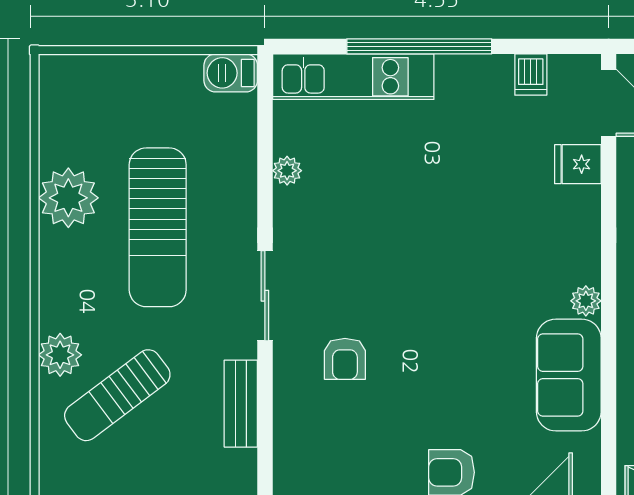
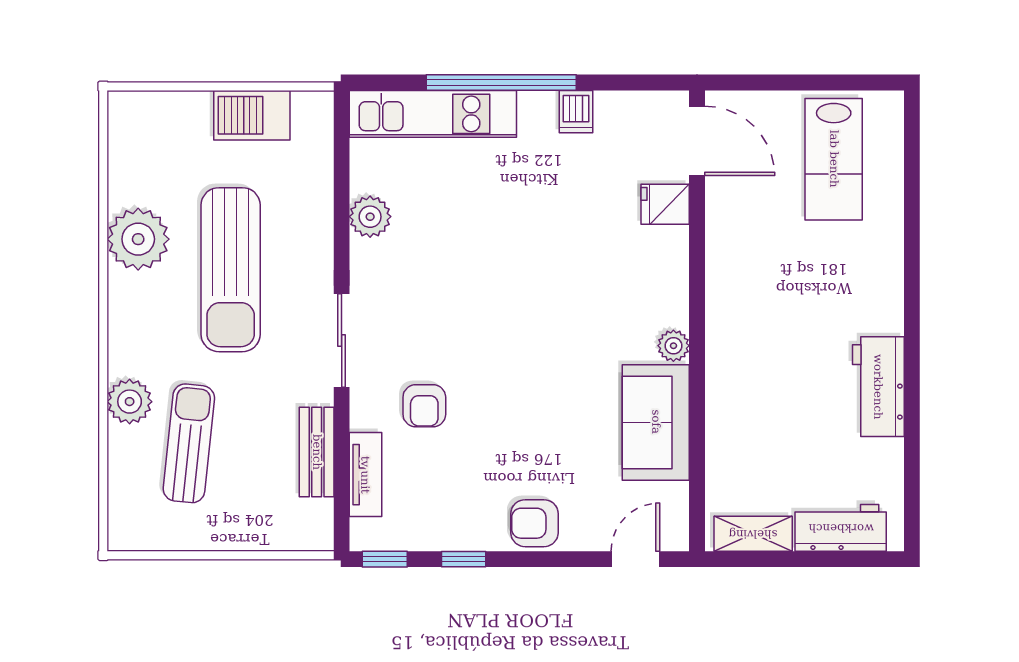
barbecue: (231, 73) -> (252, 115), moved, width x1.38, depth x1.27
dishwasher: (531, 75) -> (576, 112), moved
plant: (287, 171) -> (370, 217), width x1.38, depth x1.38
sun lounger: (117, 395) -> (189, 443), turned 133
tv unit: (288, 425) -> (365, 475), added

